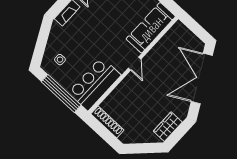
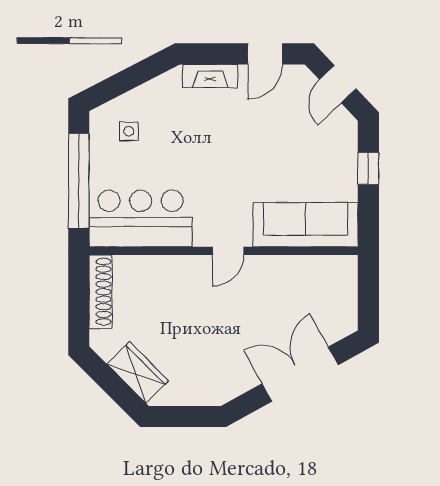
double door: (202, 79) -> (300, 374), width x0.73
wardrobe: (168, 127) -> (138, 372), moved, turned 45

